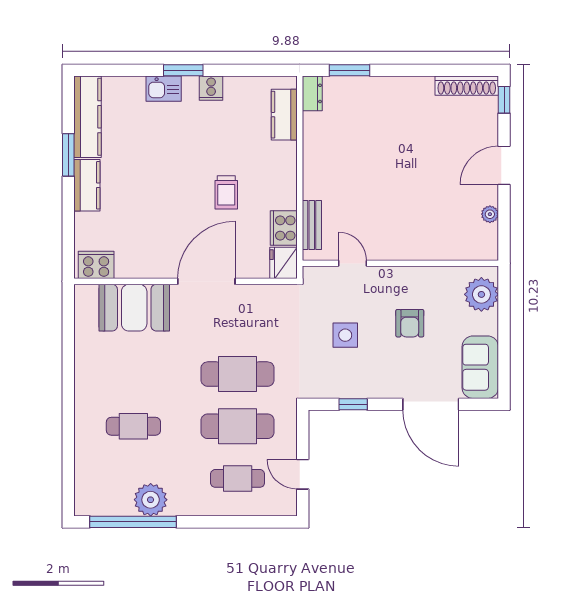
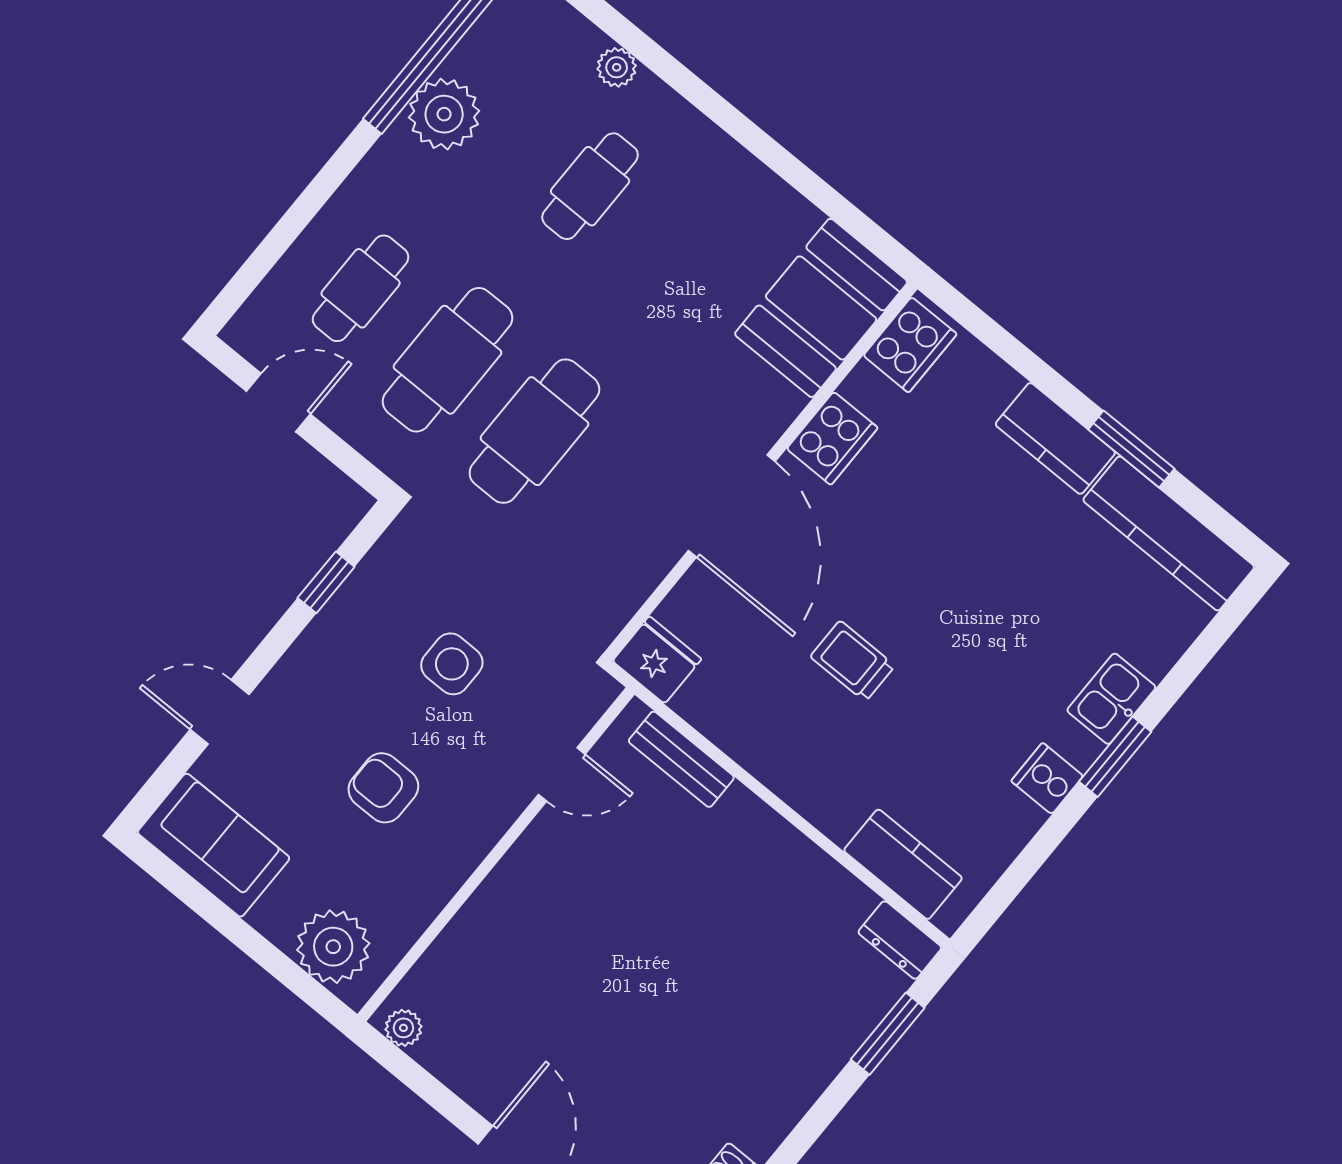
plant: (490, 214) -> (403, 1028), moved
cooker: (284, 228) -> (832, 438), moved, turned 90
booth: (134, 308) -> (821, 308), moved
door: (431, 404) -> (220, 712), width x0.53
plant: (83, 452) -> (617, 67), added

